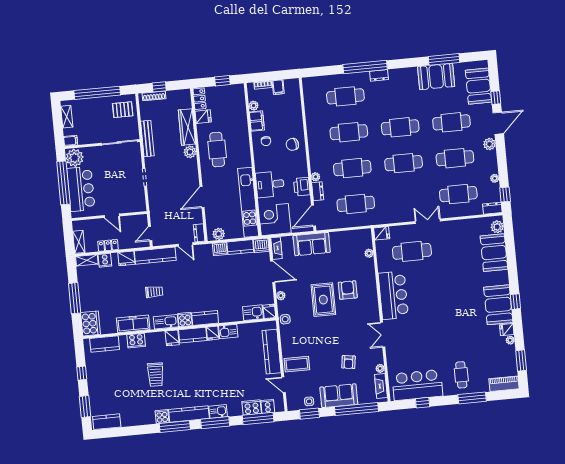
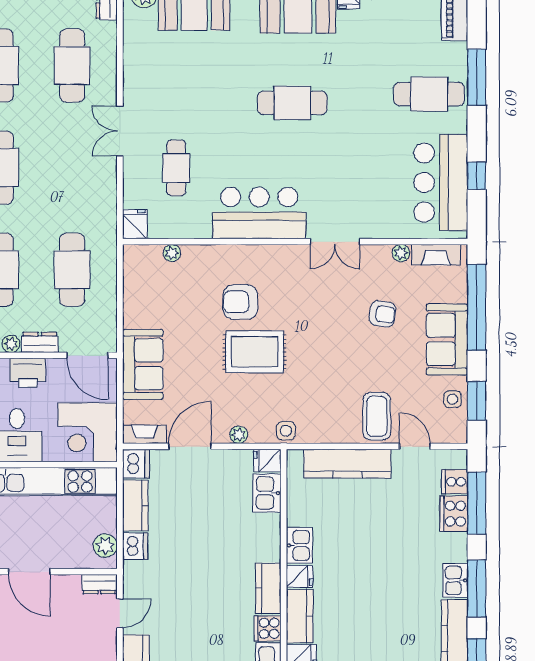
cafe table: (412, 251) -> (176, 168), width x0.73, depth x0.74
cafe table: (450, 307) -> (292, 103), added
cafe table: (461, 375) -> (429, 94), width x1.37, depth x1.35
door: (284, 385) -> (415, 446), swing flipped

